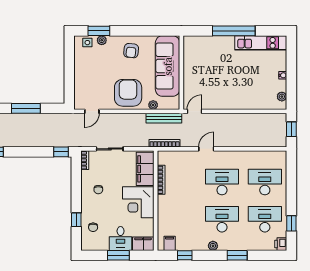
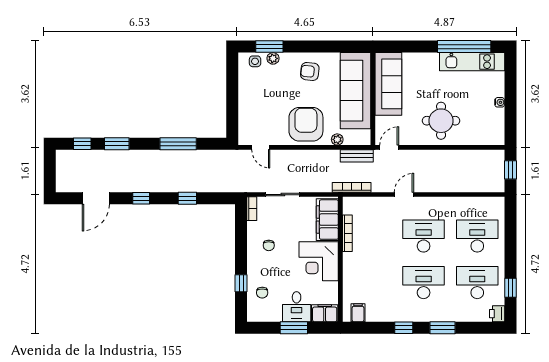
window: (234, 31) -> (464, 47), moved
armchair: (131, 51) -> (310, 71), turned 90
sofa: (194, 61) -> (388, 84), added
round table: (236, 90) -> (441, 121), added
plant: (282, 97) -> (499, 129), removed
door: (92, 111) -> (261, 147), hinge flipped
bench: (164, 118) -> (357, 156), width x0.73
window: (61, 152) -> (187, 198), moved
plant: (213, 246) -> (412, 316), removed
window: (185, 255) -> (404, 328), moved

